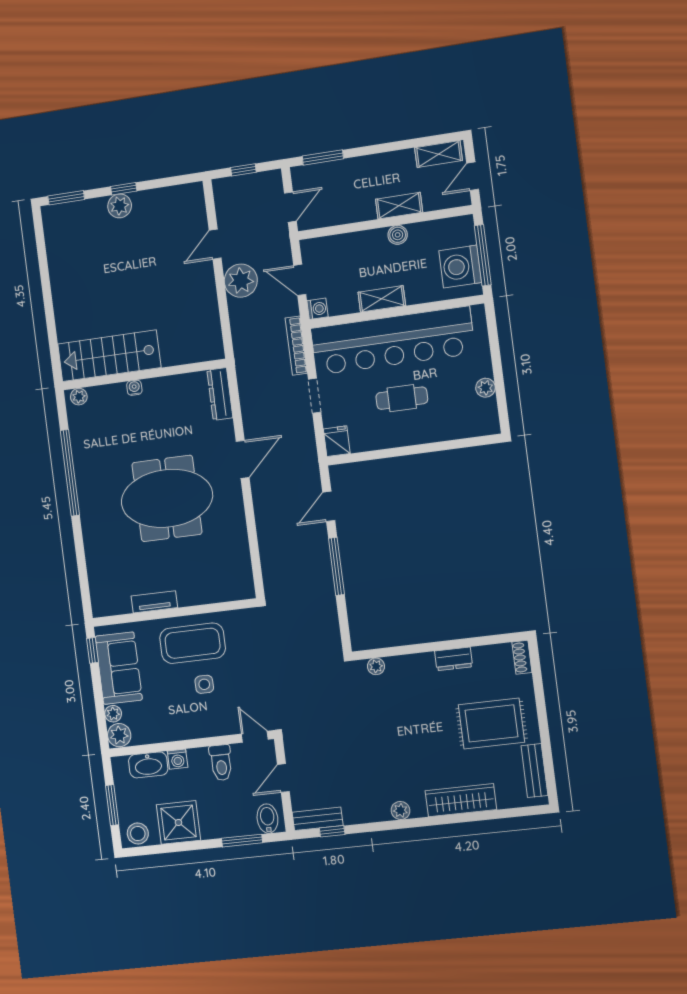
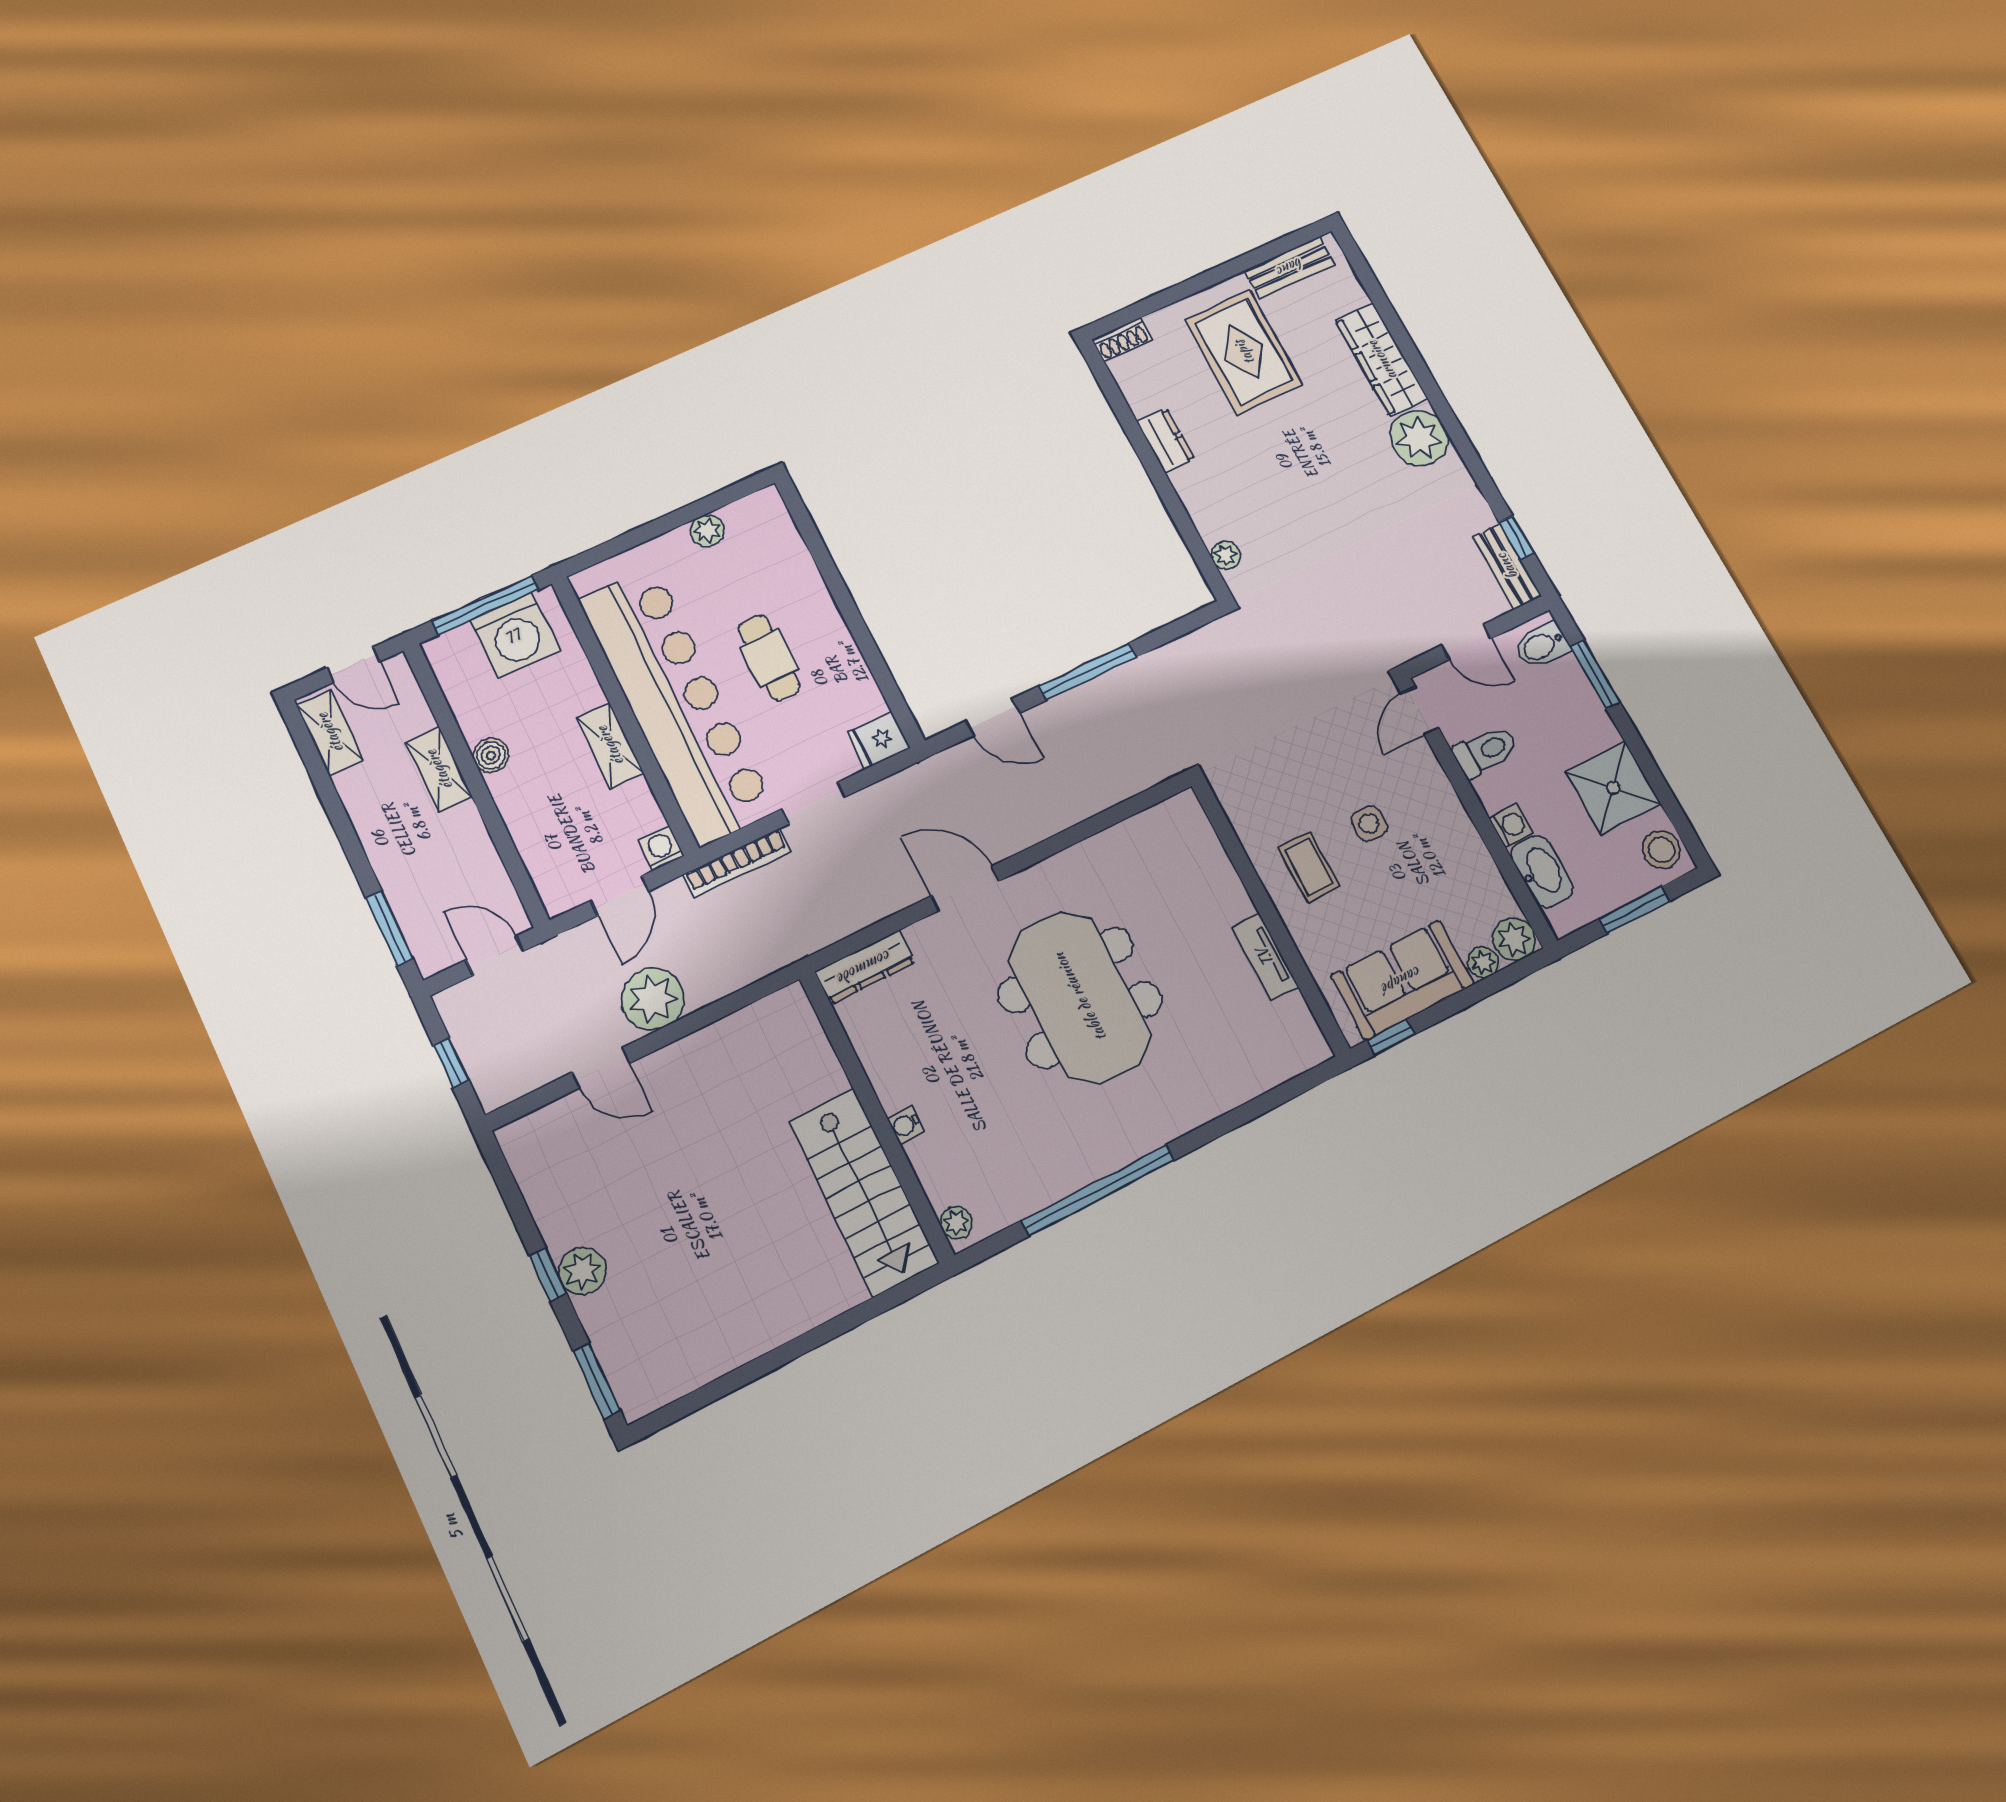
coffee table: (193, 643) -> (1309, 867), width x0.54, depth x0.58
plant: (400, 810) -> (1419, 438), width x1.87, depth x1.87

